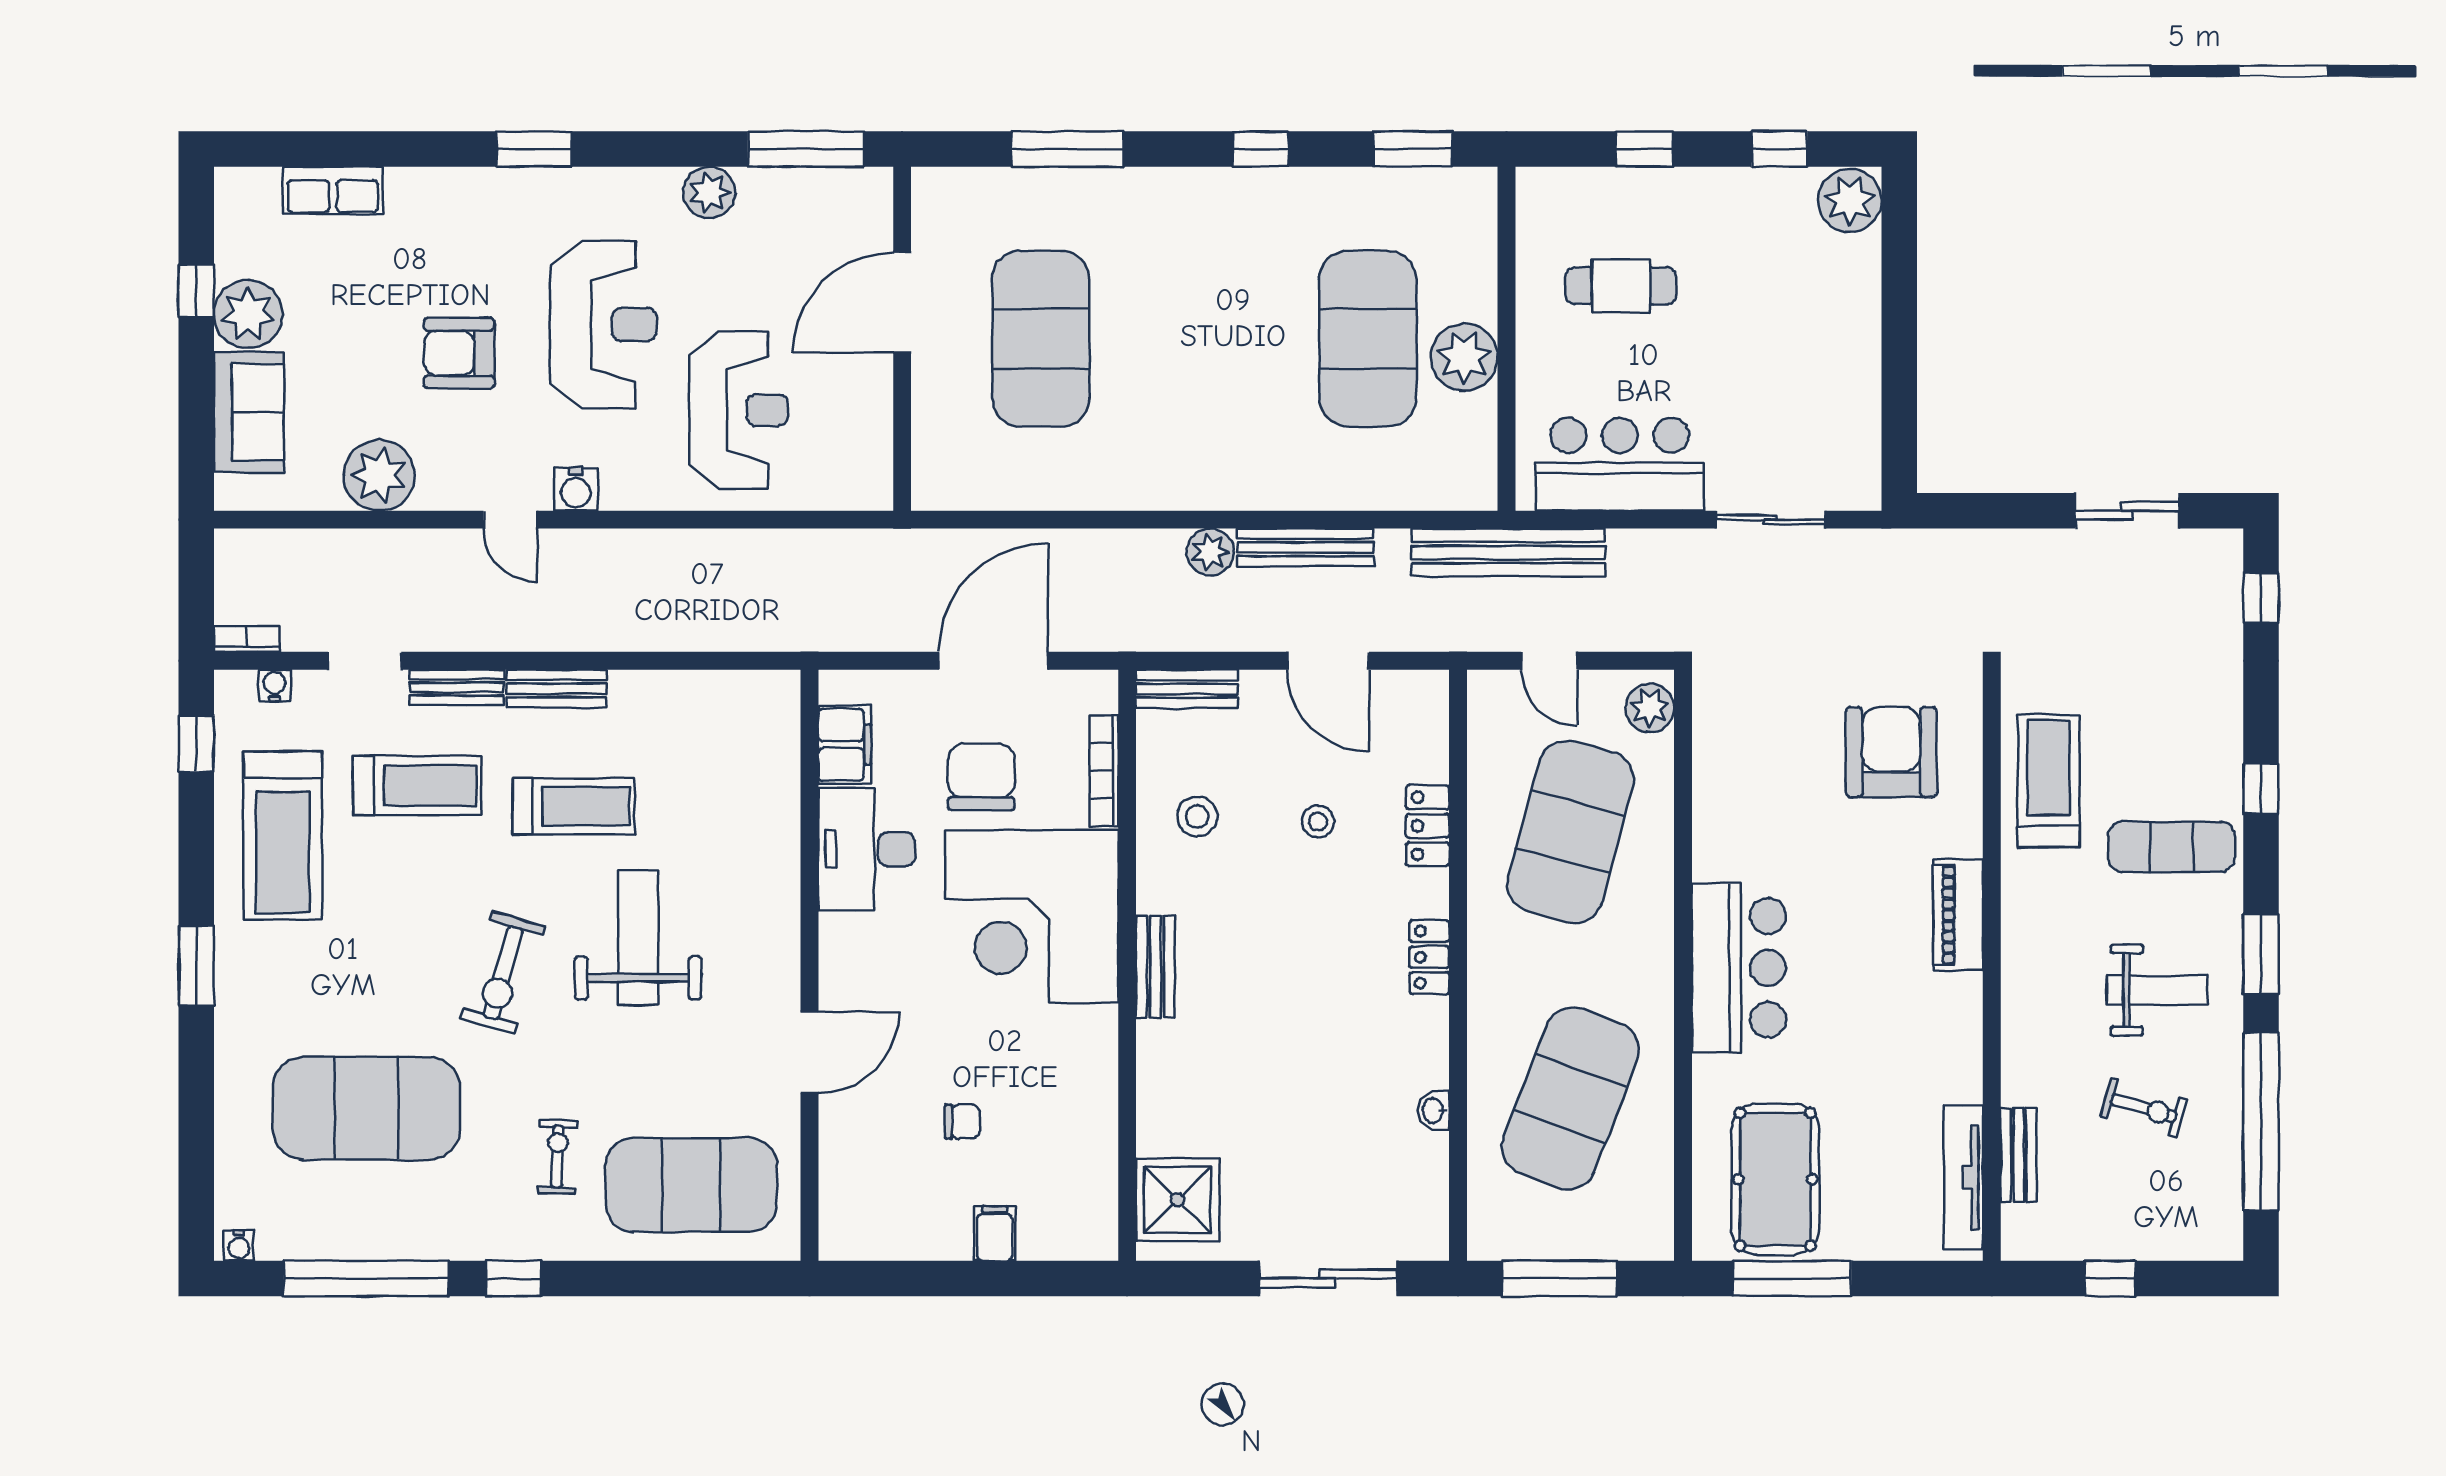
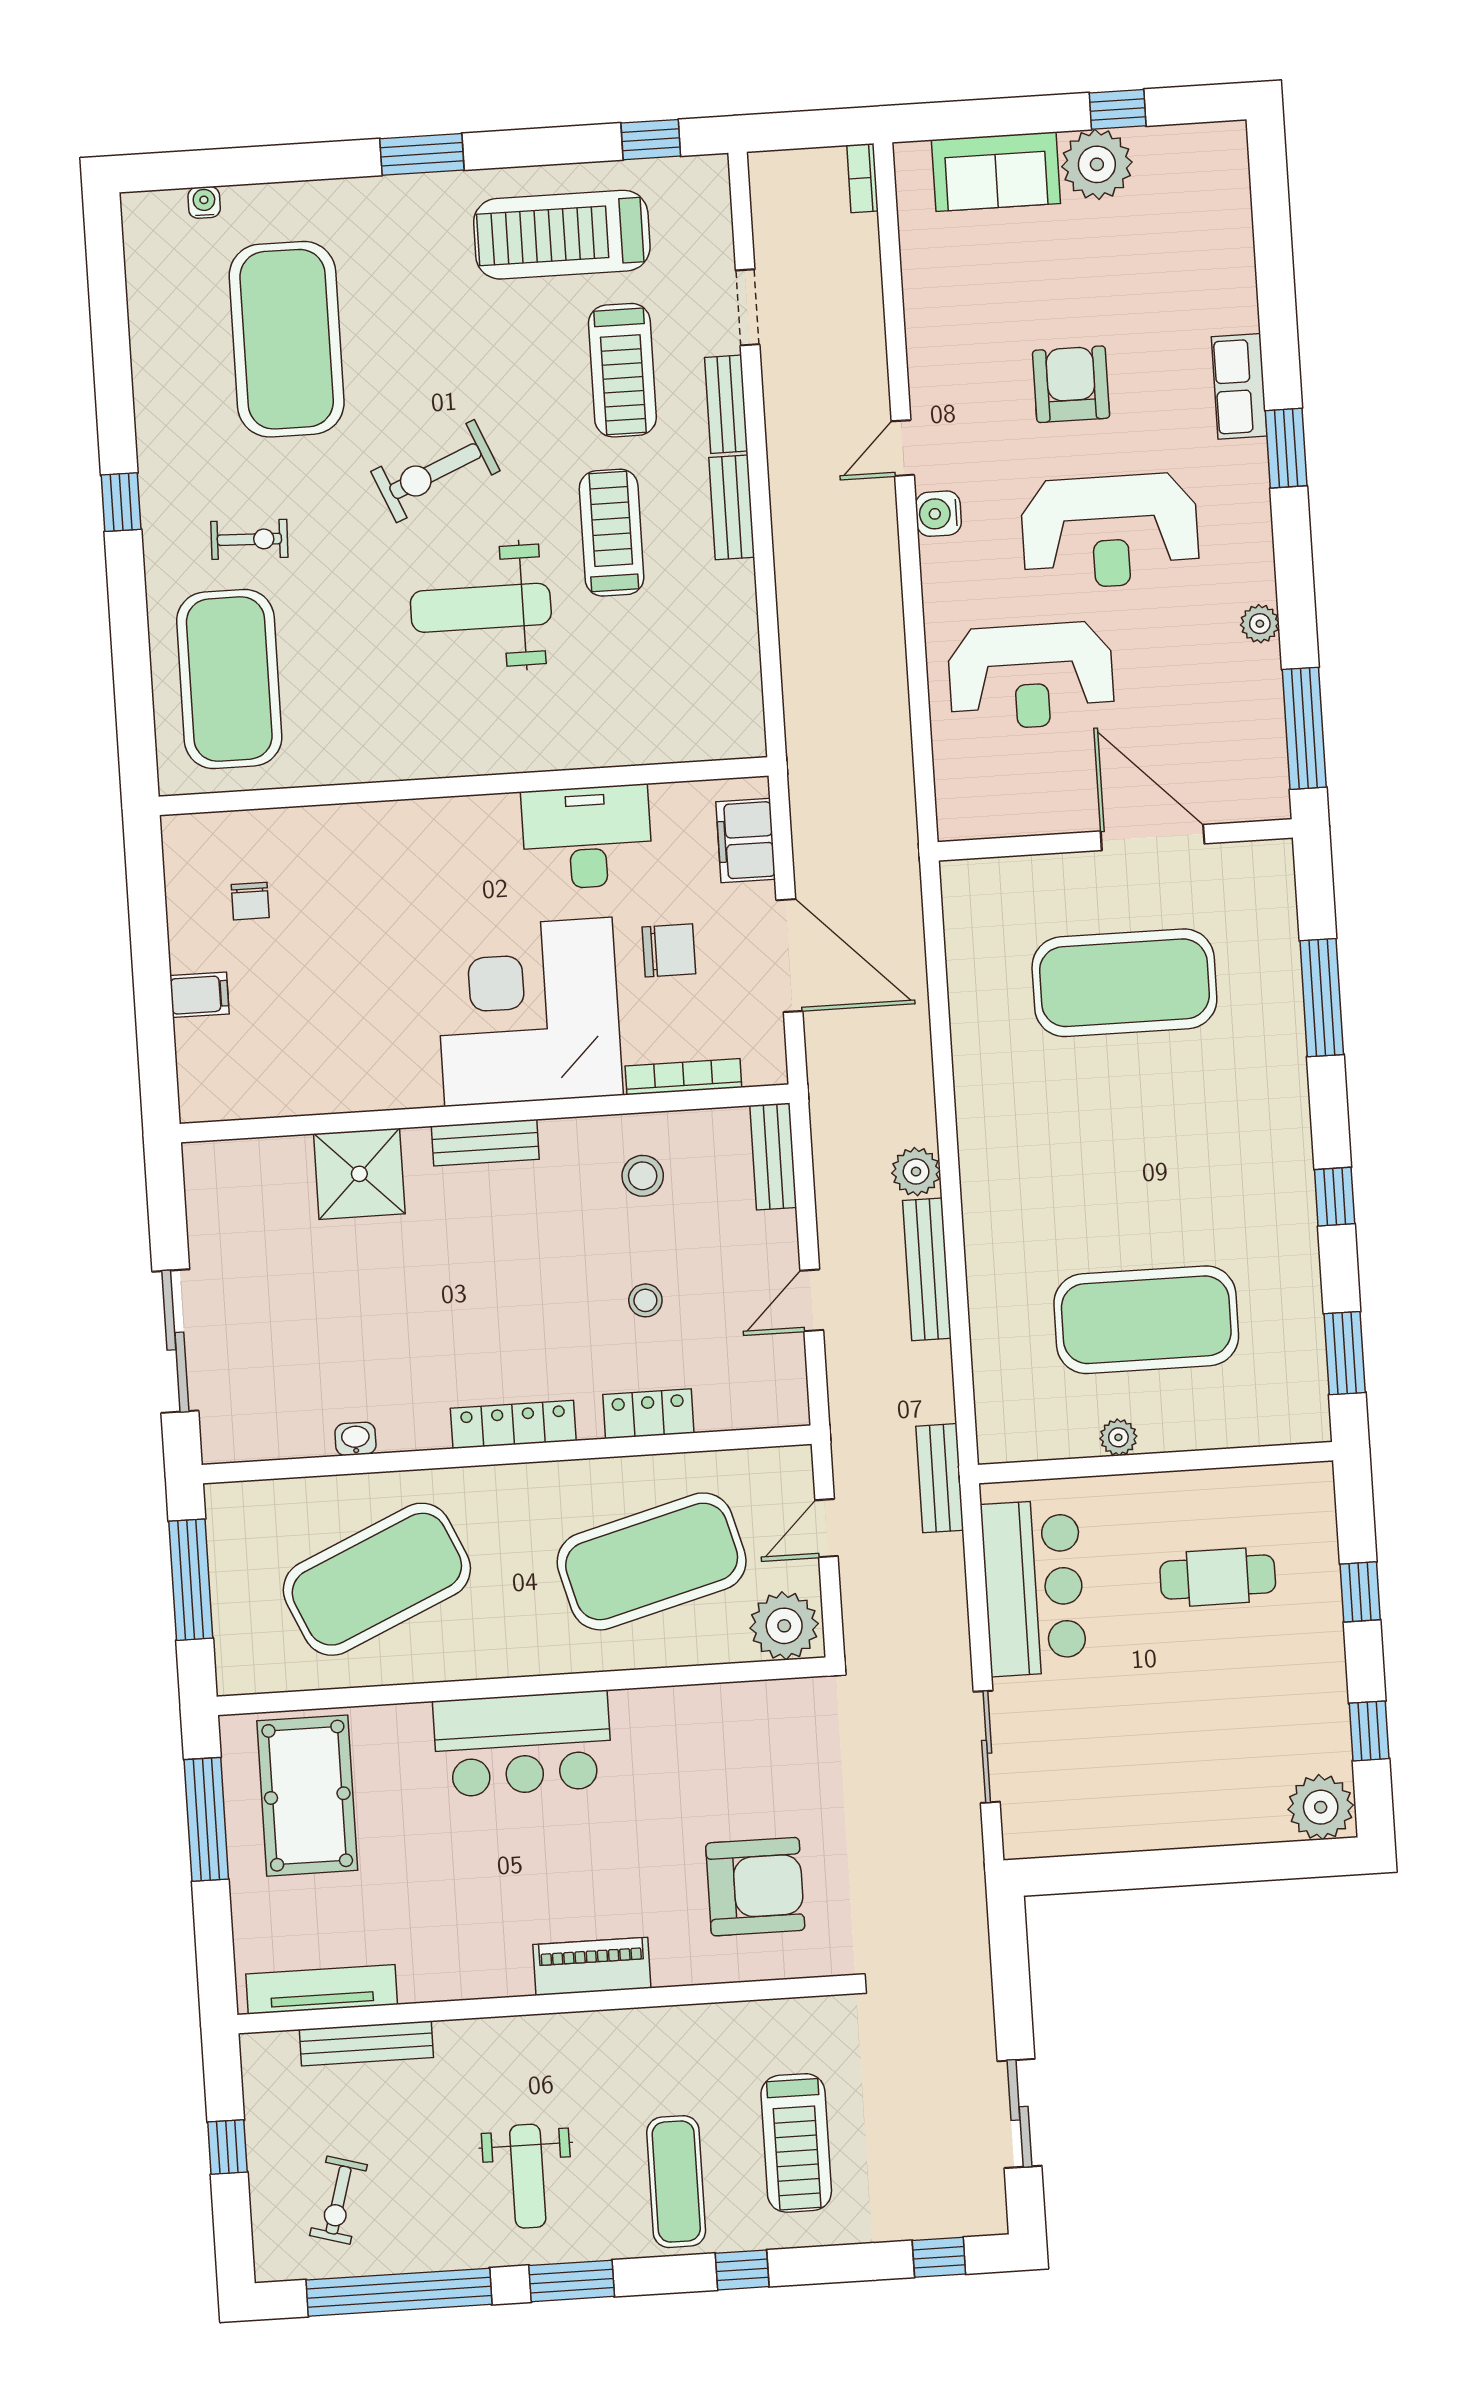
row of seats: (333, 191) -> (1239, 386), moved
plant: (709, 193) -> (1260, 624), width x0.73, depth x0.73
cafe table: (1621, 286) -> (1218, 1577), turned 90
plant: (1464, 357) -> (1118, 1437), width x0.53, depth x0.53
plant: (379, 475) -> (940, 310), removed
bench: (1508, 552) -> (940, 1478), width x0.54, depth x0.82
bookcase: (247, 639) -> (863, 178), moved, turned 180
door: (1328, 661) -> (812, 1300), width x0.73
water cooler: (275, 686) -> (716, 216), removed
plant: (1650, 708) -> (784, 1626), width x1.36, depth x1.36
filing cabinet: (845, 745) -> (746, 840), moved, turned 90
chair: (981, 777) -> (669, 950), width x0.73, depth x0.73
treadmill: (2049, 781) -> (796, 2143), moved, turned 90
treadmill: (574, 806) -> (612, 533), turned 180
exercise mat: (1570, 832) -> (652, 1561), turned -30
weight bench: (638, 937) -> (481, 608), turned 180
locker: (1429, 957) -> (513, 1424), width x1.53
exercise bike: (503, 973) -> (435, 471), turned -39
door: (809, 1052) -> (374, 792), removed
exercise mat: (1570, 1099) -> (377, 1579), turned -45
exercise bike: (2144, 1108) -> (339, 2200), moved
chair: (962, 1122) -> (250, 901), moved
bench: (2019, 1155) -> (366, 2043), width x1.36
pool table: (1775, 1179) -> (307, 1796), turned 90
shower: (1178, 1200) -> (359, 1174), moved
water cooler: (239, 1246) -> (204, 202), moved, turned 90
window: (366, 1278) -> (111, 350), removed

